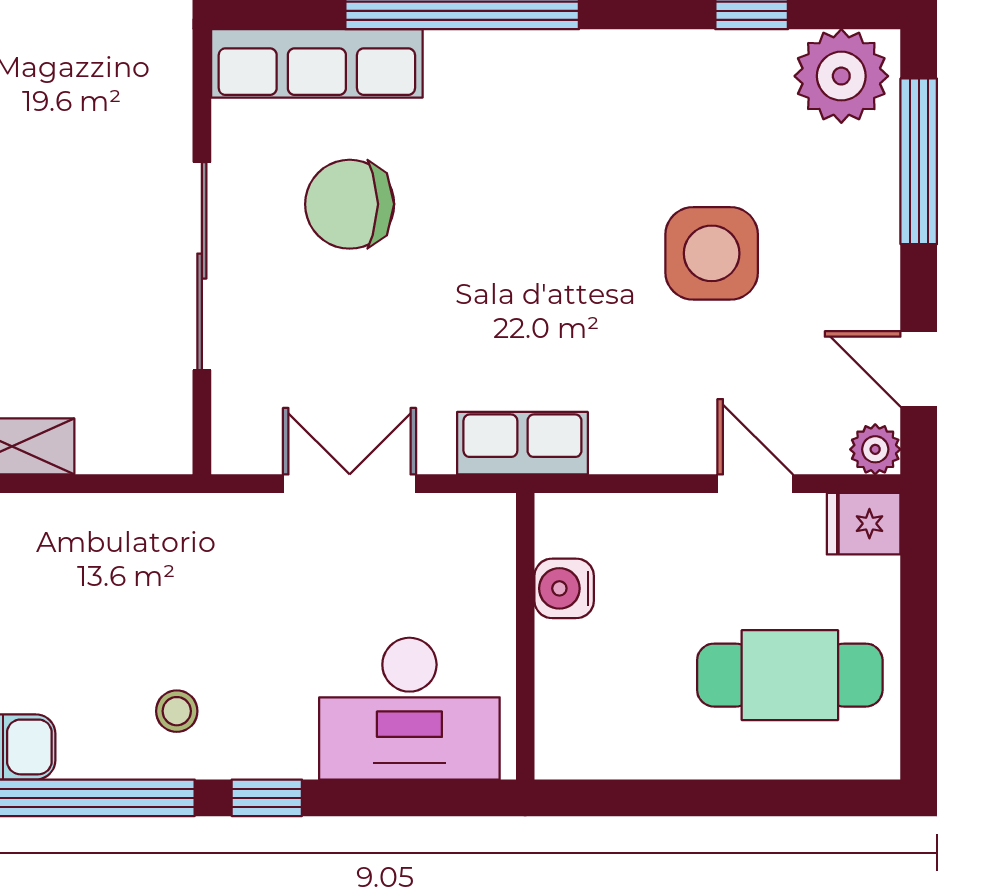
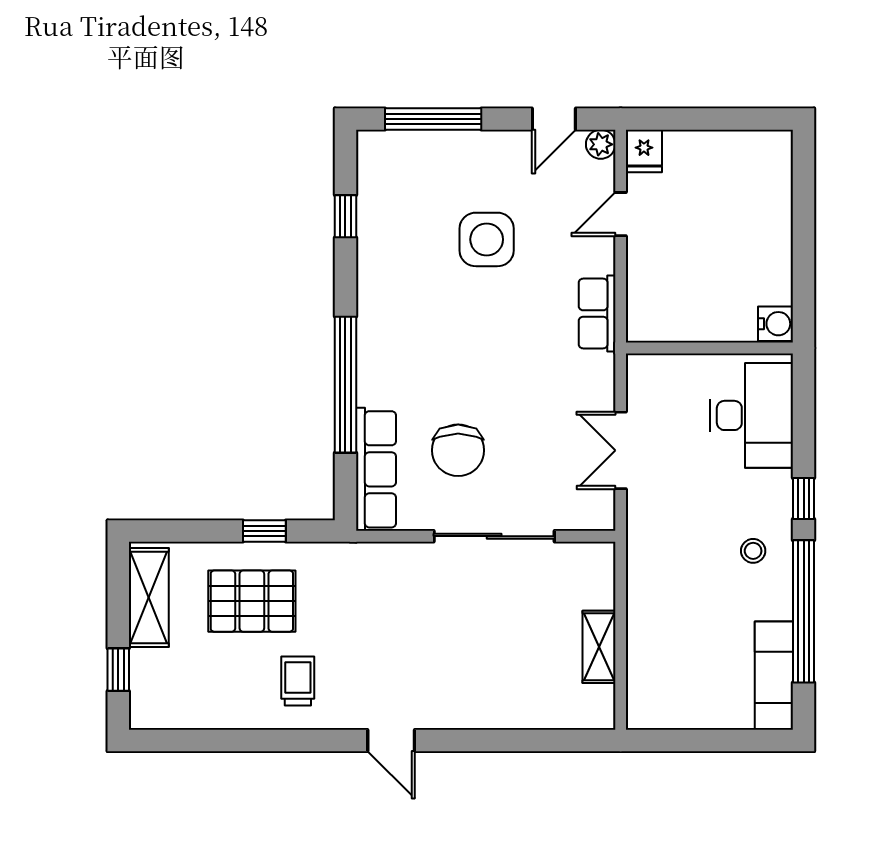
plant: (841, 76) -> (383, 164), removed
row of seats: (522, 443) -> (597, 314), moved
water cooler: (564, 588) -> (776, 324), moved, turned -90
cafe table: (790, 675) -> (732, 194), removed

